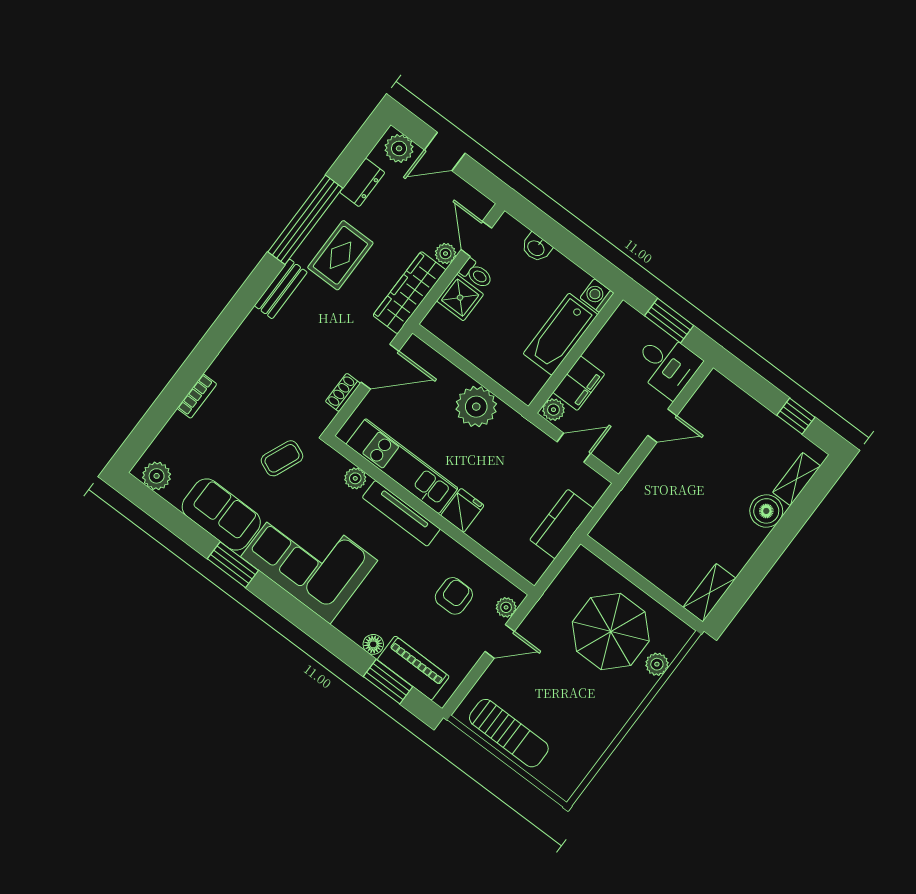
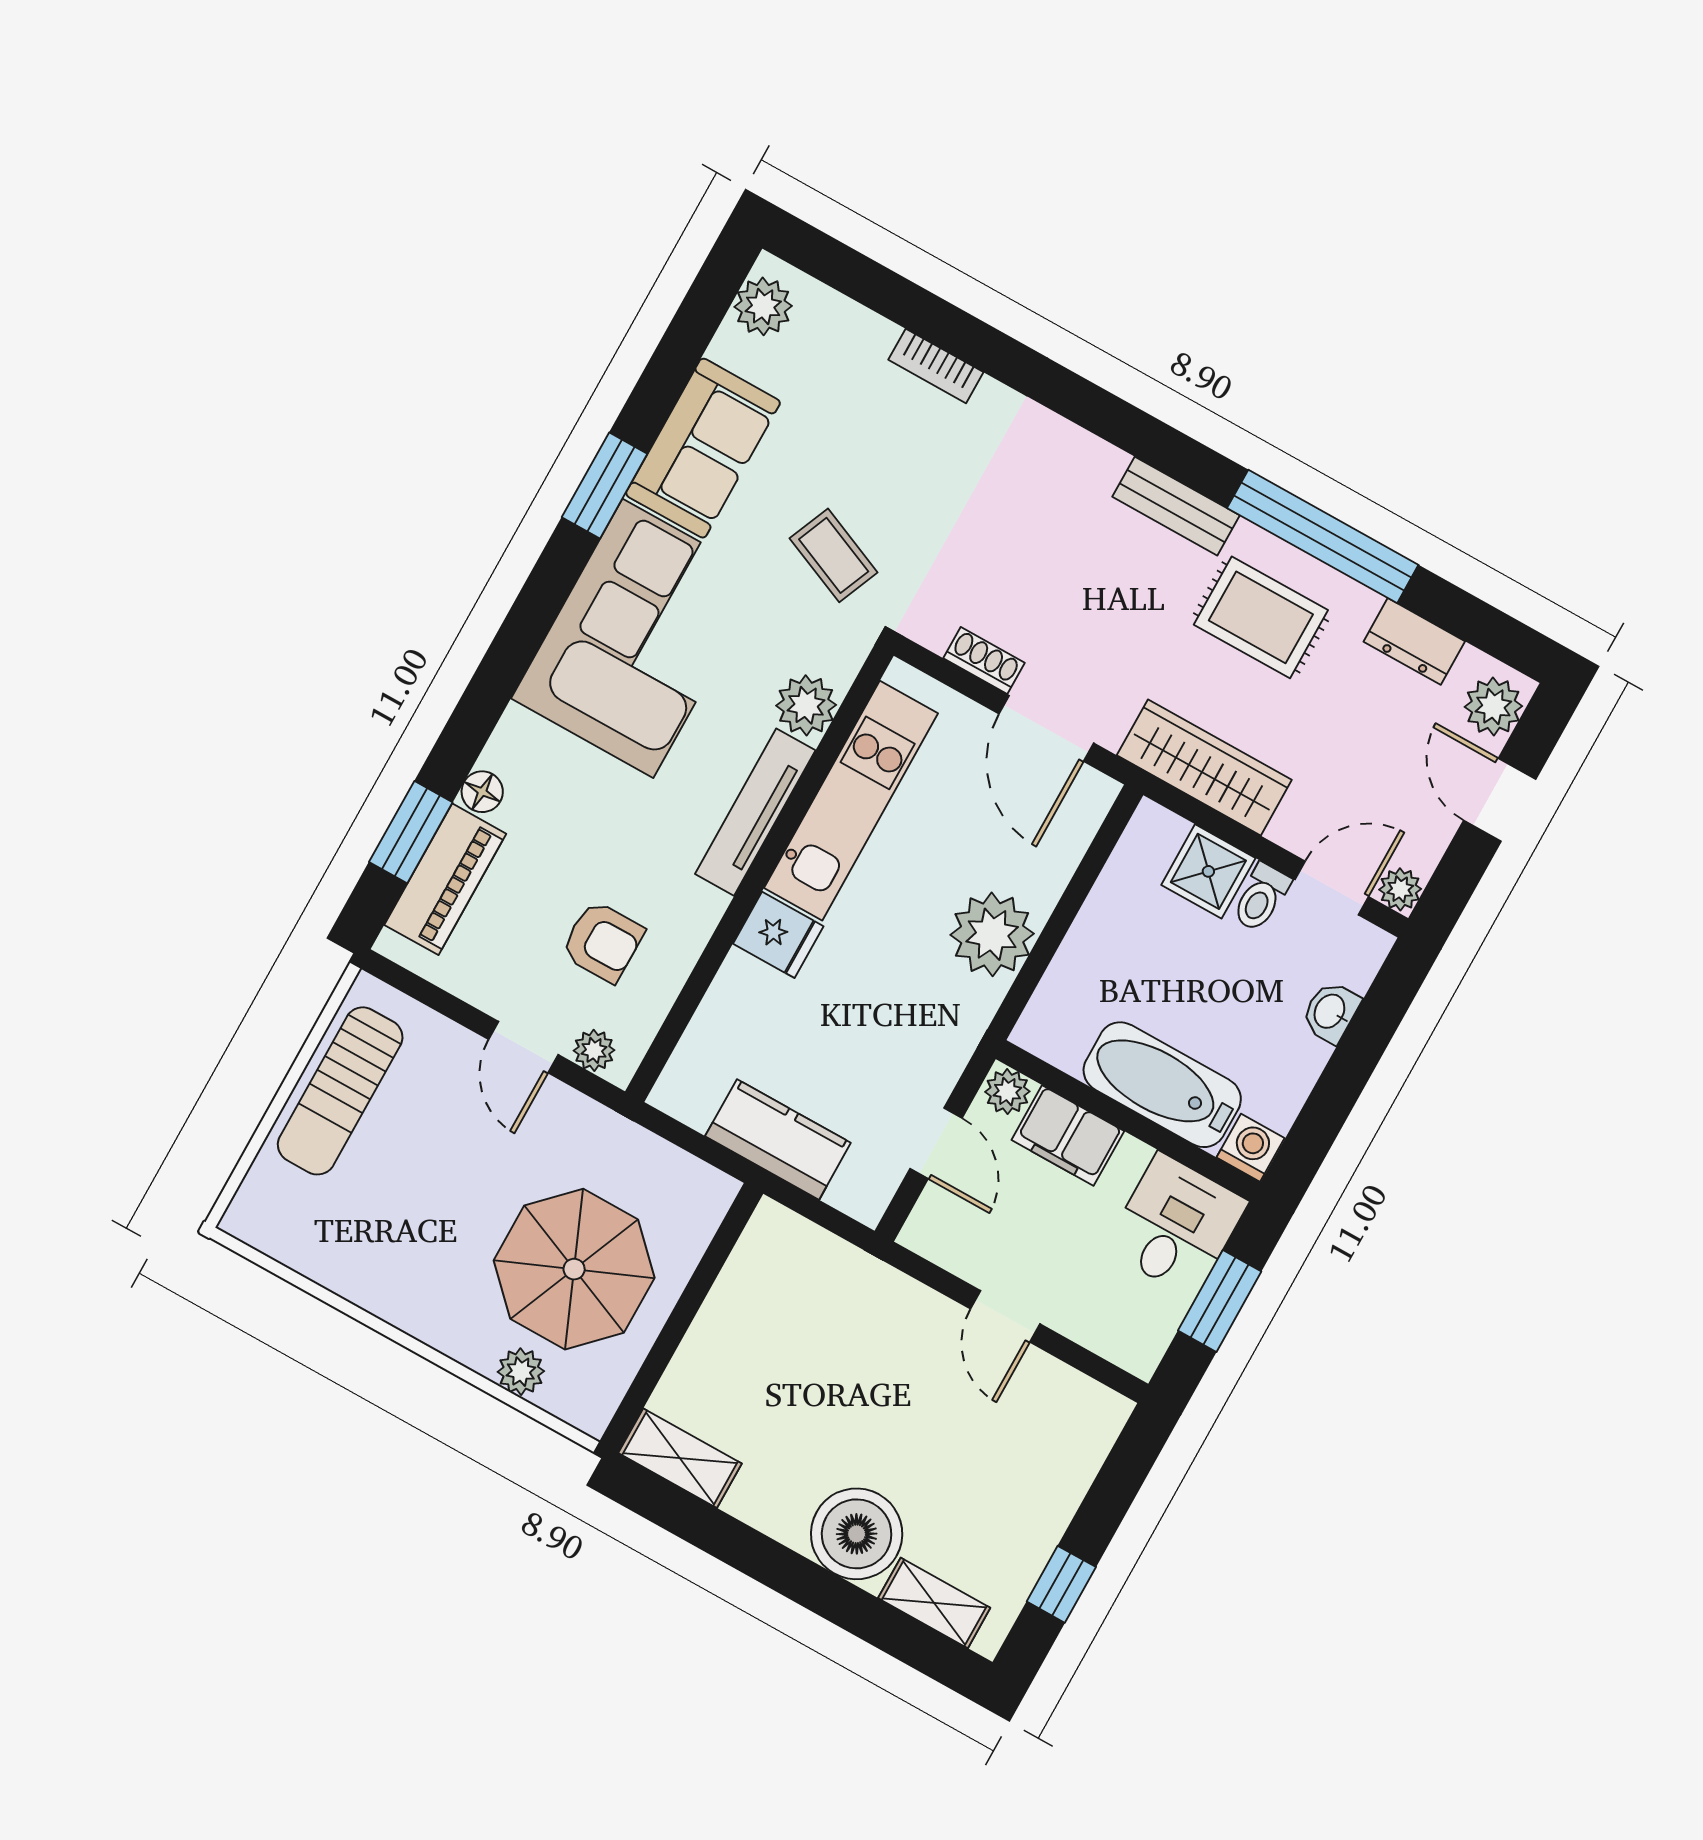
plant: (445, 254) -> (1400, 889), moved
desk: (667, 365) -> (1176, 1225), moved, turned 180
plant: (355, 478) -> (806, 705), width x1.38, depth x1.38
boiler: (766, 511) -> (857, 1534), width x1.37, depth x1.37

